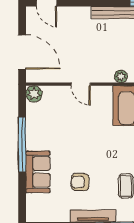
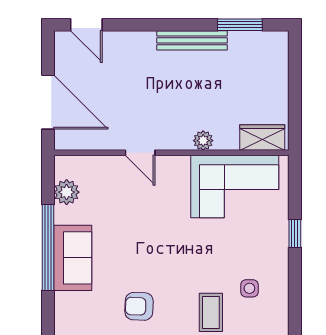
plant: (34, 94) -> (67, 192), moved
sofa: (38, 172) -> (73, 258), moved

